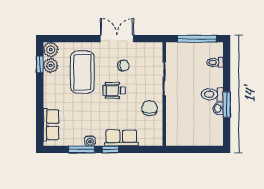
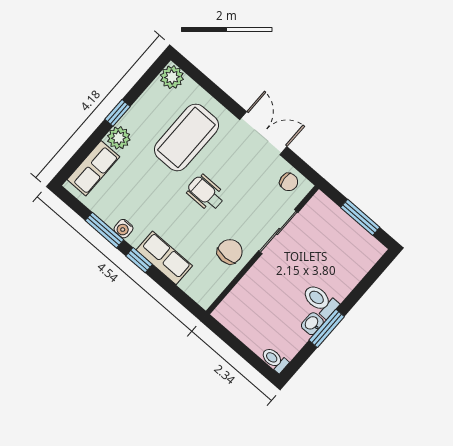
window: (197, 39) -> (360, 217), width x0.69
toilet: (215, 62) -> (274, 360), moved
window: (40, 64) -> (117, 113), moved
plant: (51, 65) -> (119, 138), moved
chair: (123, 66) -> (289, 182), moved

